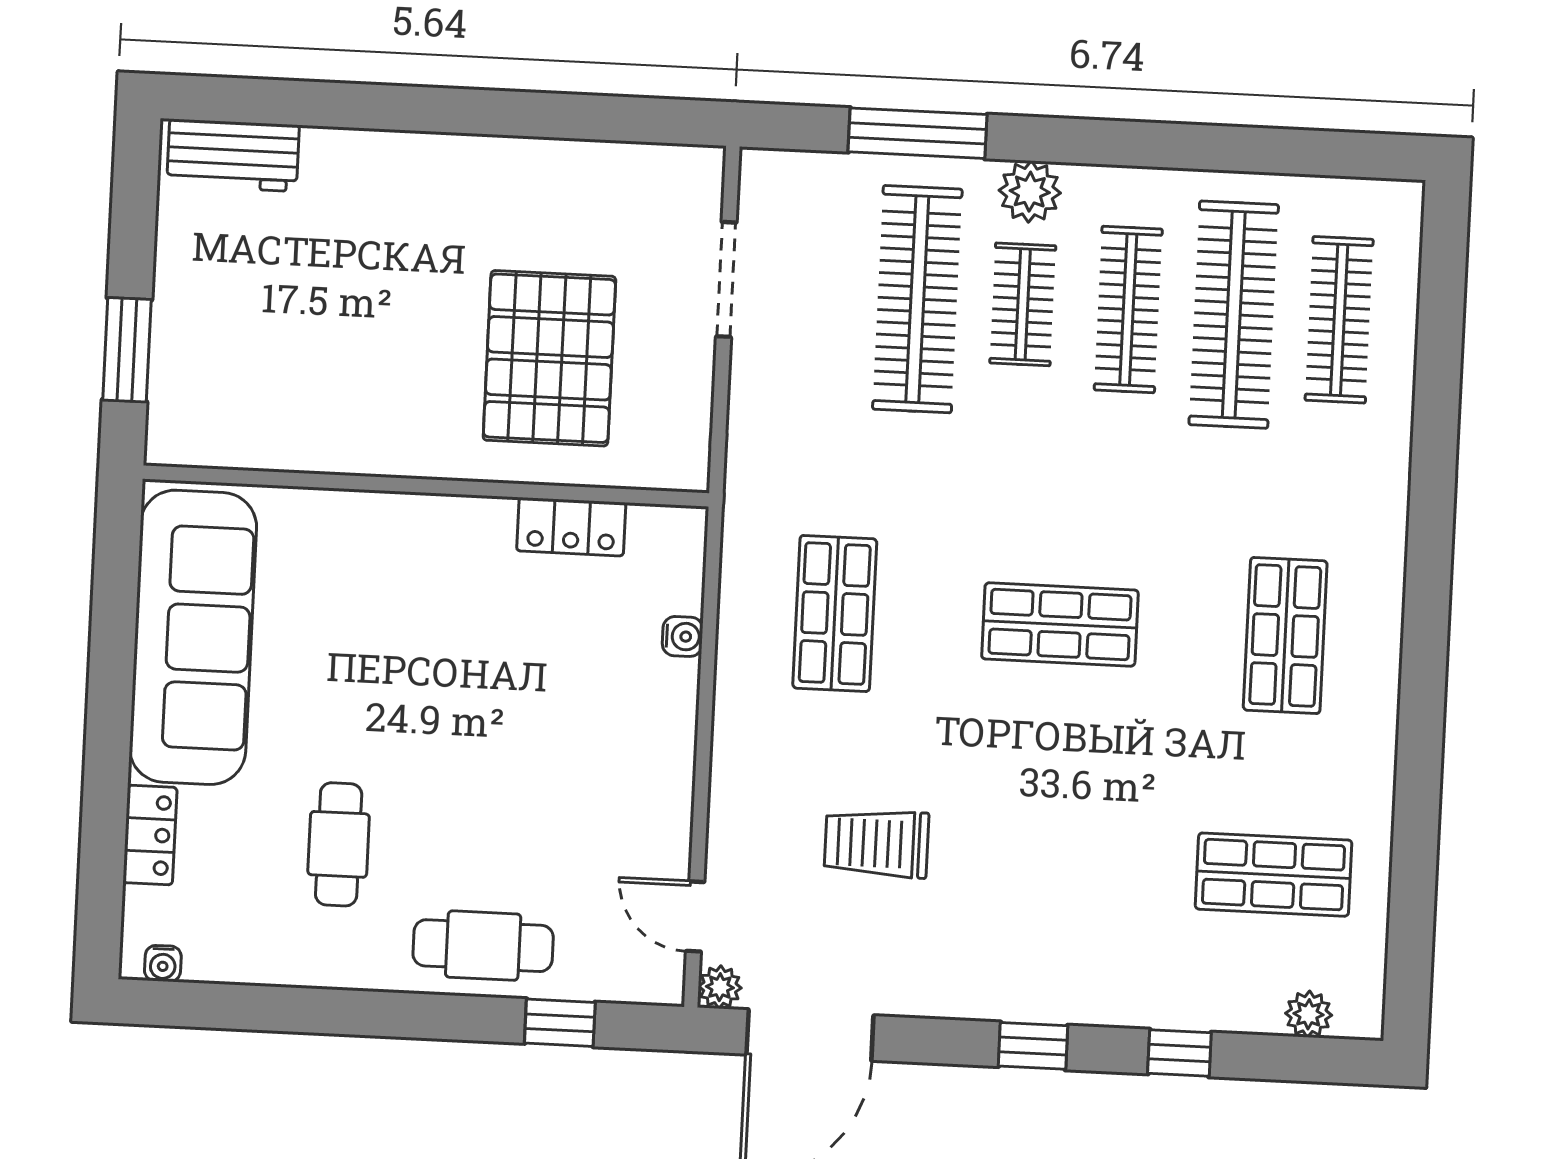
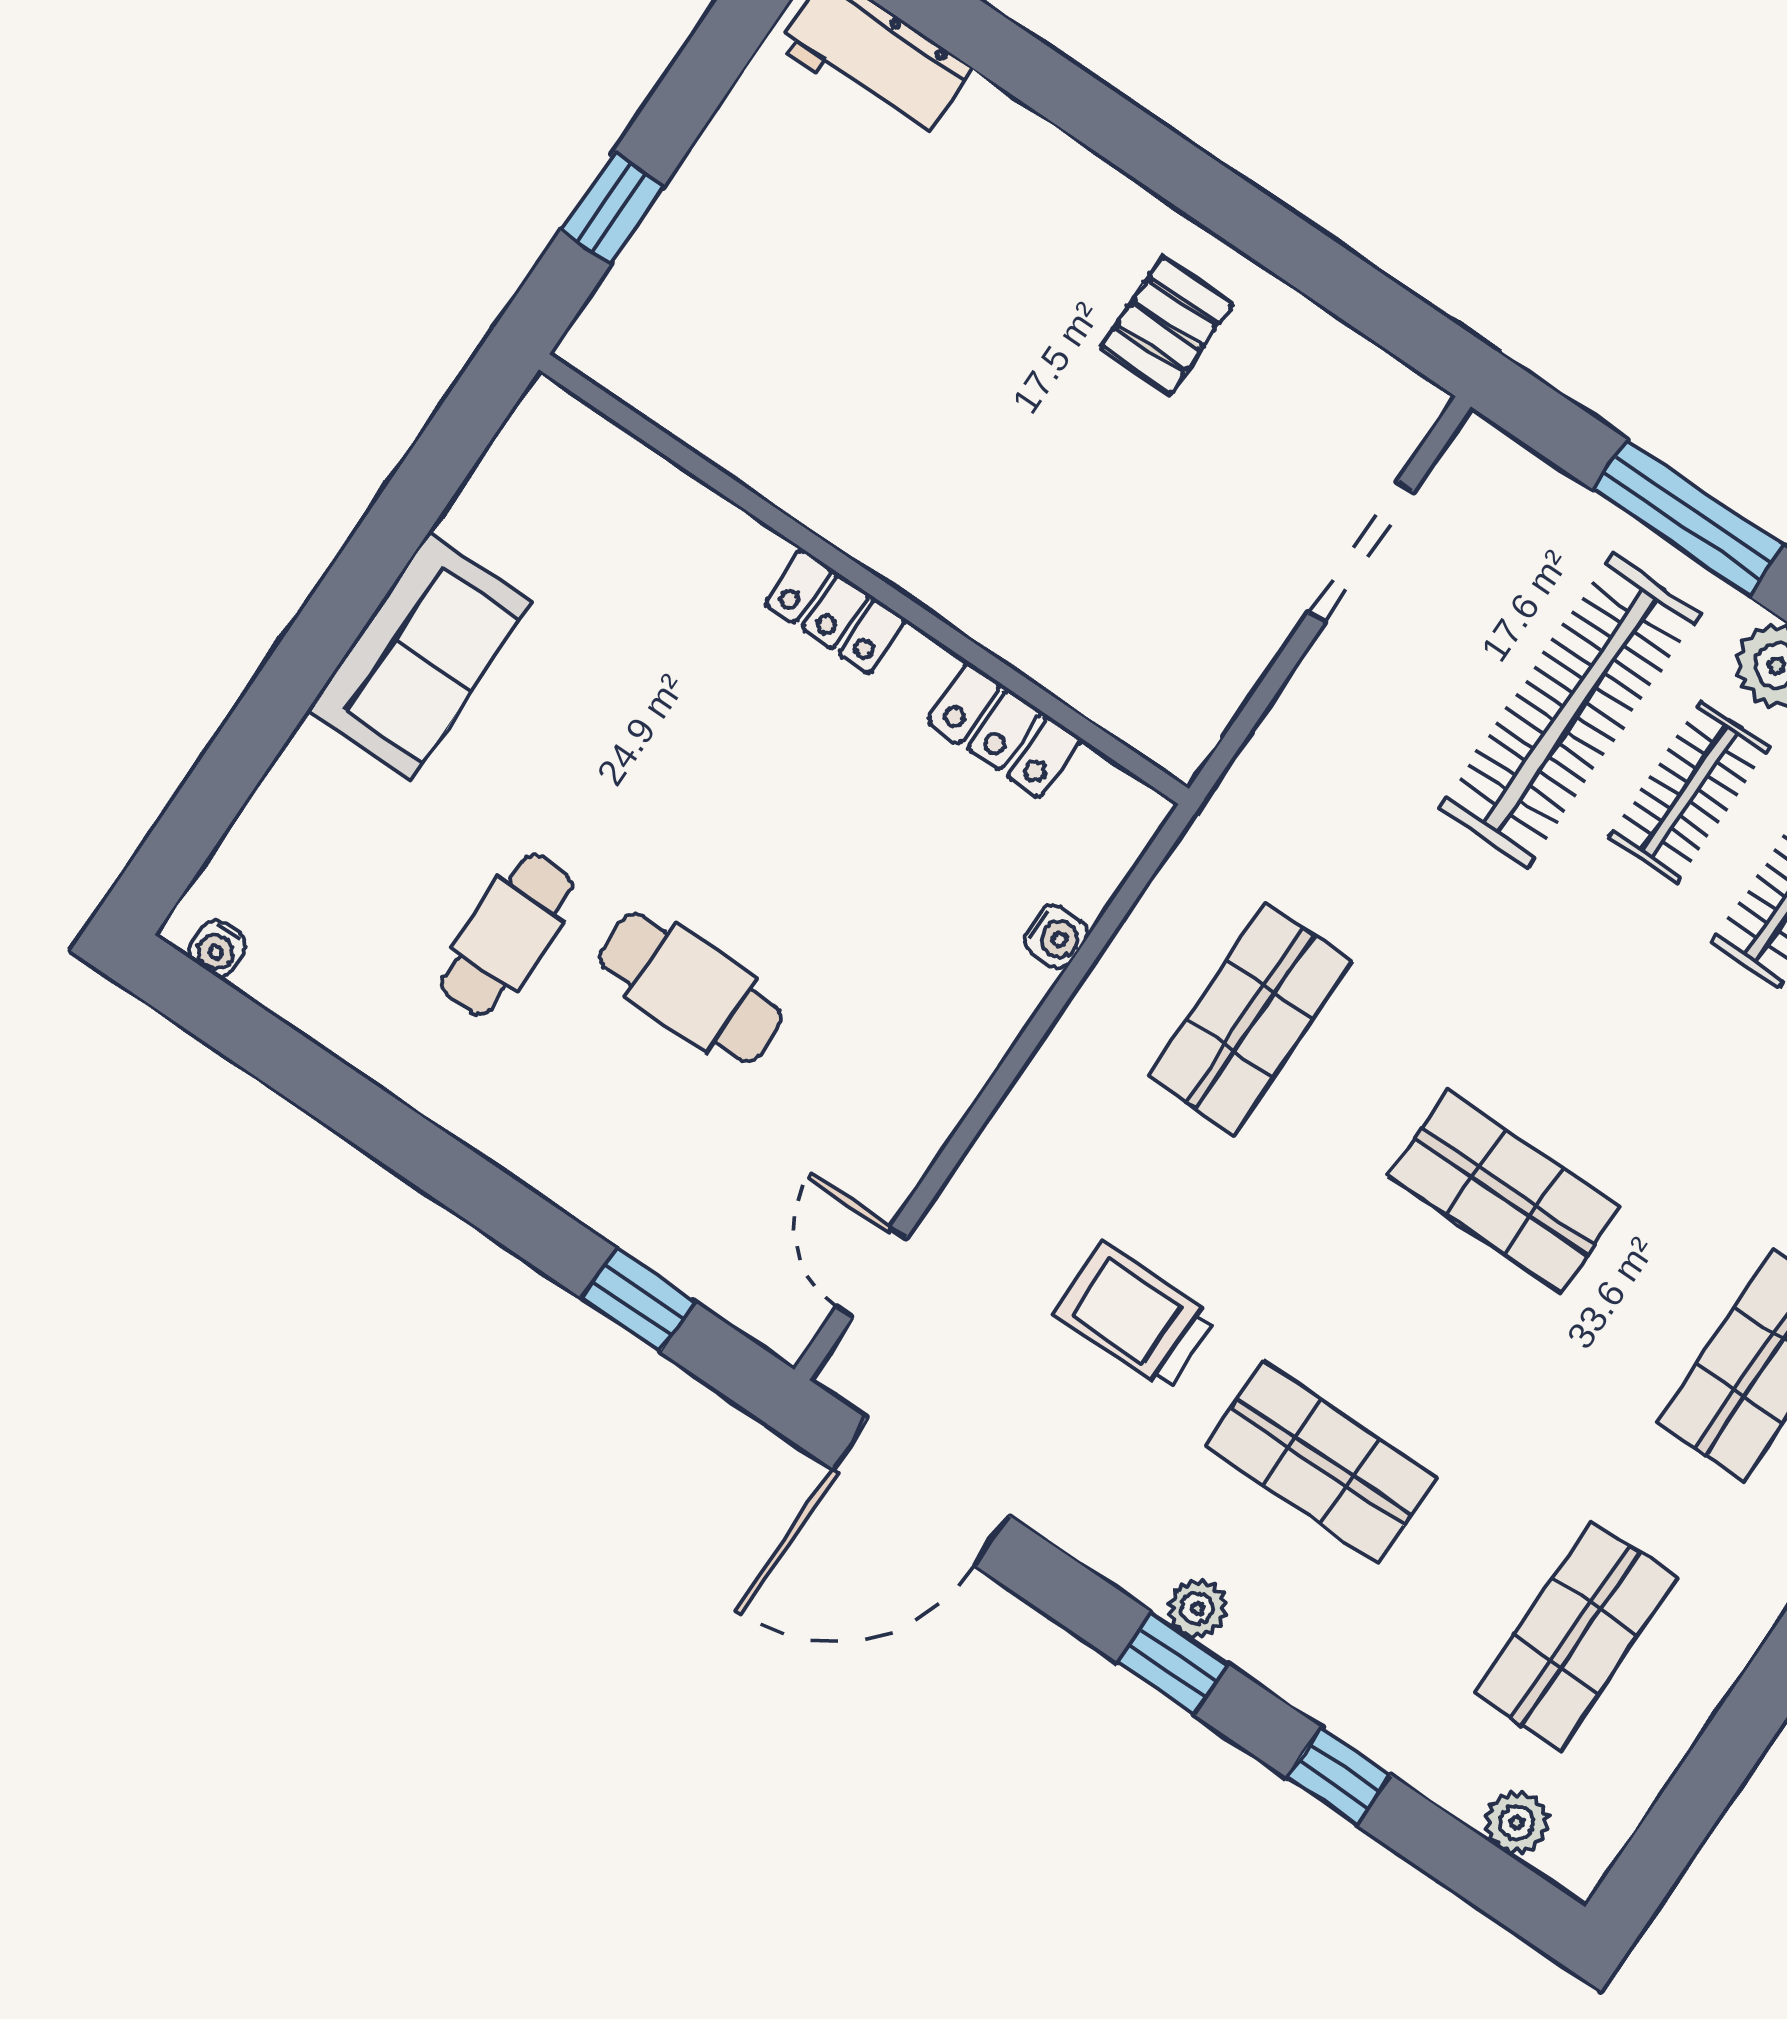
window: (127, 350) -> (612, 208), width x0.67
pallet: (549, 358) -> (1167, 326), moved, width x0.49, depth x0.50
sofa: (193, 637) -> (419, 656), width x0.54, depth x0.79
locker: (150, 835) -> (835, 611), moved, turned 90
shop shelf: (1048, 864) -> (1321, 1462), added
shop shelf: (1274, 875) -> (1575, 1635), turned 90
cafe table: (483, 946) -> (690, 988), moved
plant: (720, 987) -> (1197, 1608), moved

